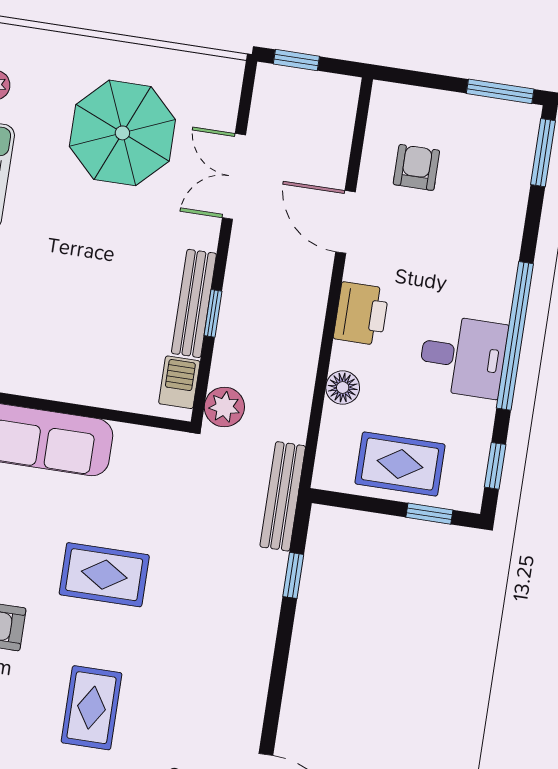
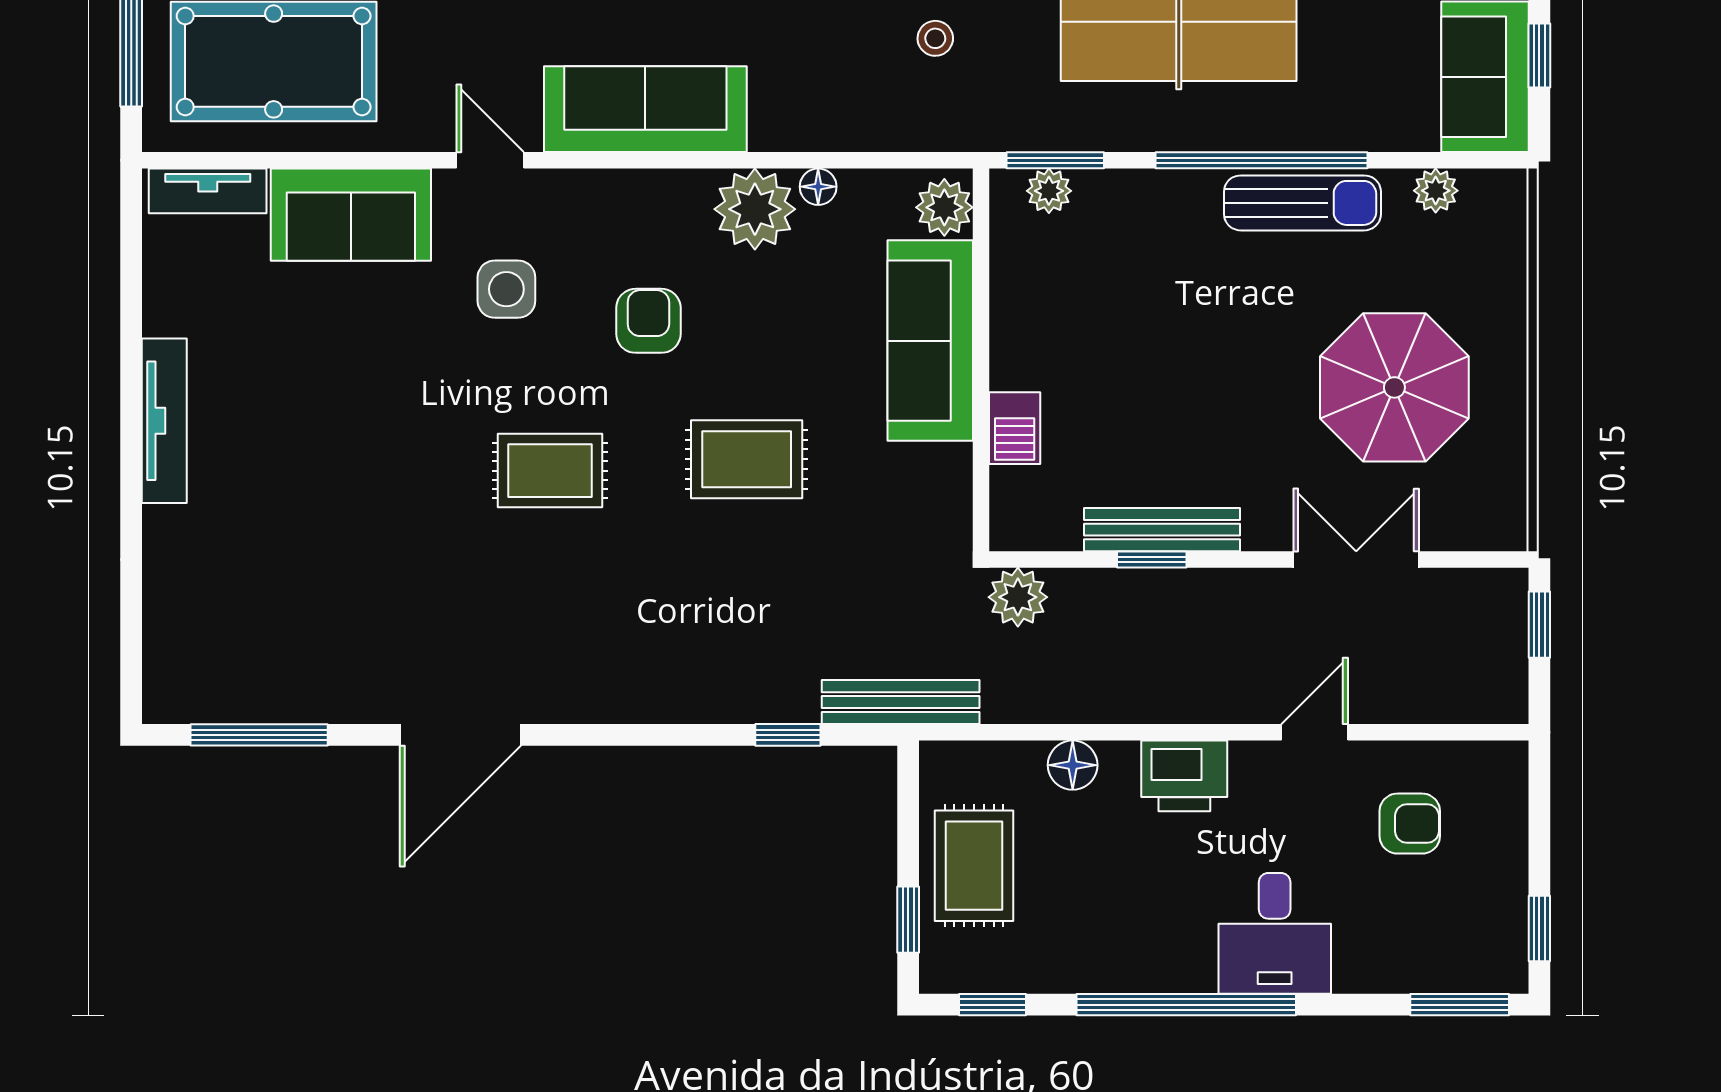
window: (500, 91) -> (1539, 928), width x0.67
door: (345, 222) -> (1315, 732), width x0.73
desk: (463, 356) -> (1275, 933), moved
barbecue: (179, 382) -> (1015, 428), moved, turned 90
rug: (104, 575) -> (747, 459), turned 90

